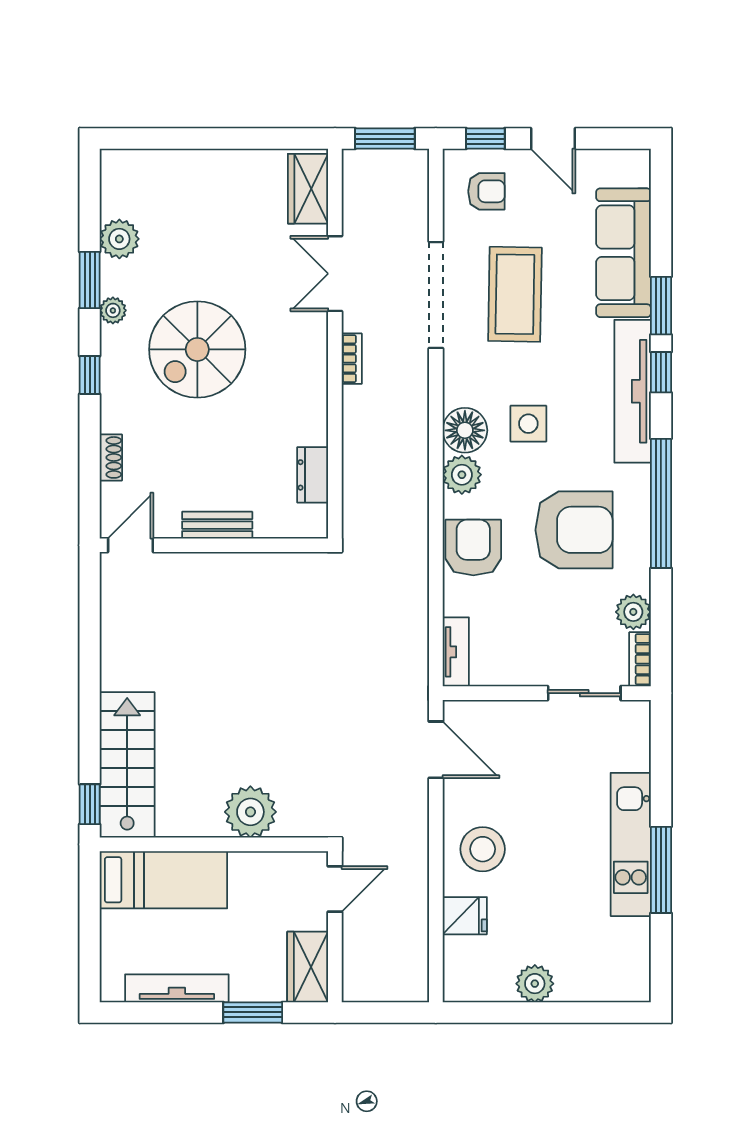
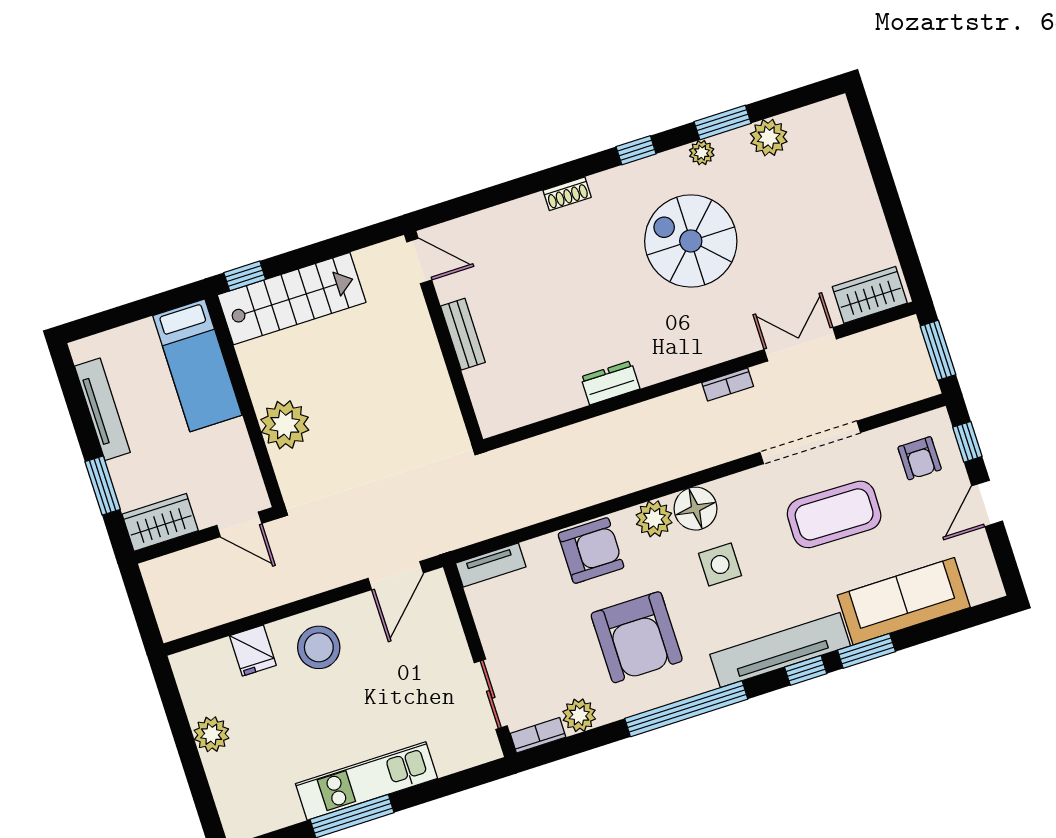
bench: (217, 525) -> (463, 334), moved
door: (130, 545) -> (419, 261), moved
wall: (214, 545) -> (444, 337), moved

